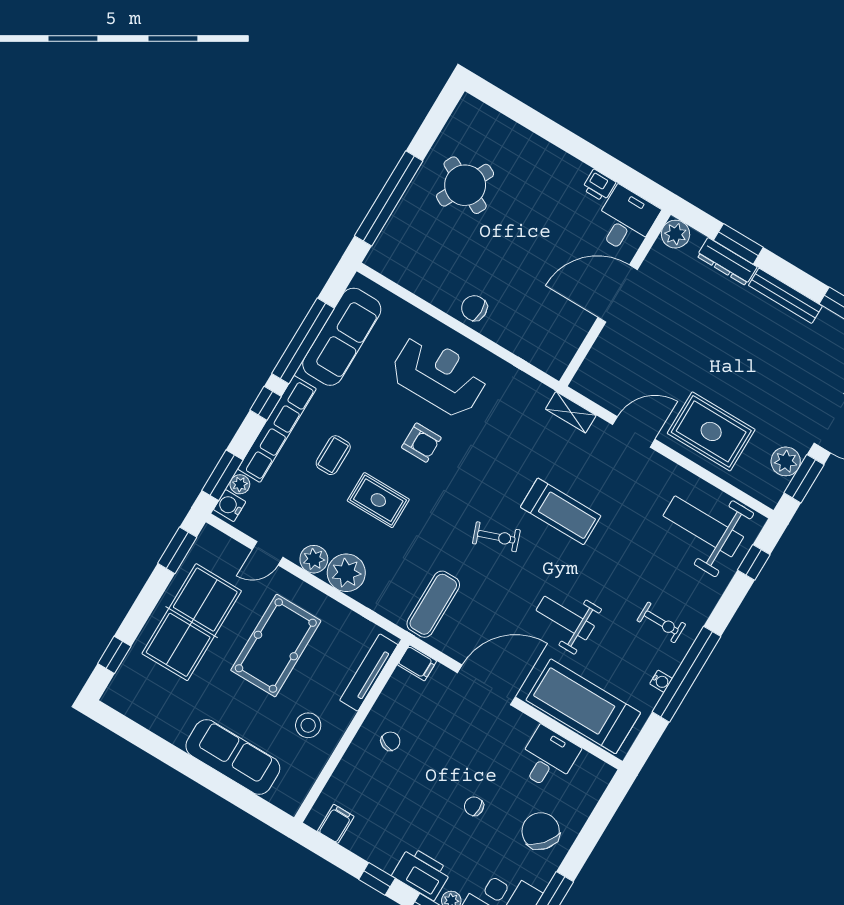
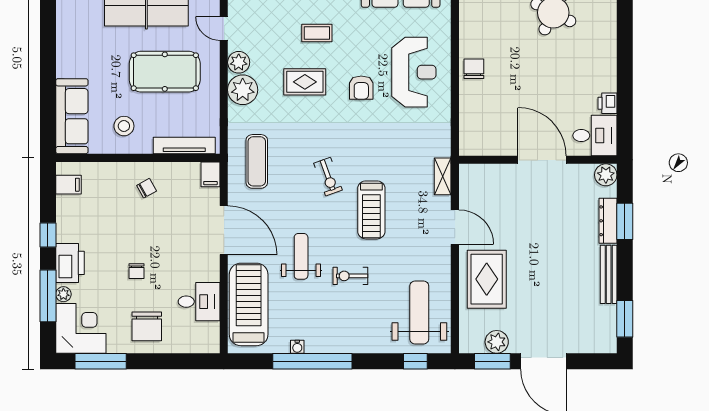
rug: (378, 500) -> (305, 82), turned 90
exercise mat: (433, 604) -> (257, 161), turned 90
exercise bike: (661, 622) -> (350, 276), moved, turned 90
chair: (390, 741) -> (147, 188), turned -52
sofa: (233, 757) -> (72, 116), moved
chair: (474, 806) -> (137, 271), turned 180
chair: (541, 831) -> (147, 326), turned 139

